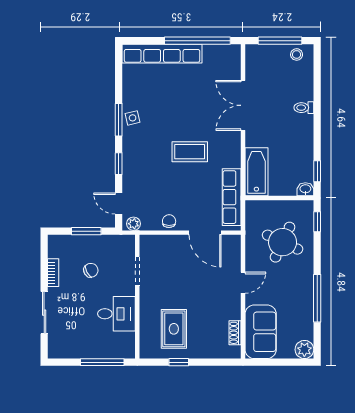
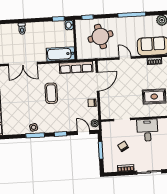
door: (119, 204) -> (84, 133), swing flipped
round table: (283, 242) -> (100, 37), turned -38

